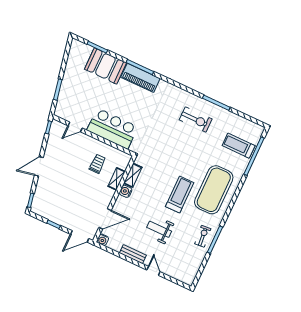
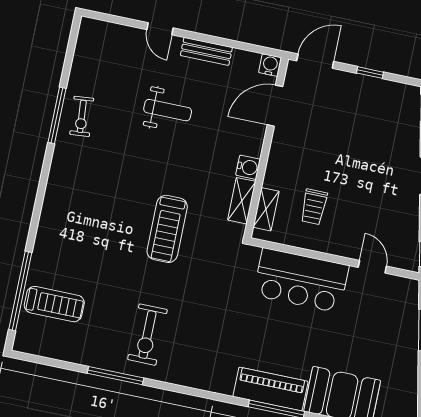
exercise bike: (196, 119) -> (147, 335), turned -90
door: (75, 127) -> (372, 267), hinge flipped
shelving: (117, 179) -> (266, 209), moved
exercise mat: (214, 190) -> (82, 209), removed
treadmill: (180, 195) -> (167, 229), moved

